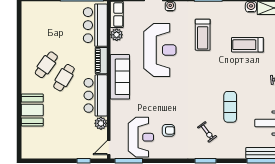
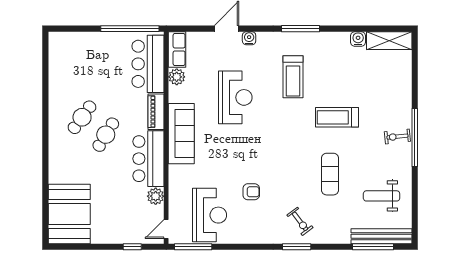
treadmill: (247, 45) -> (337, 117), moved
reception desk: (160, 50) -> (235, 97), width x0.74, depth x0.77
booth: (32, 110) -> (69, 214), moved, width x1.36, depth x1.42
armchair: (168, 130) -> (251, 192), moved
exercise bike: (207, 132) -> (300, 221), moved

